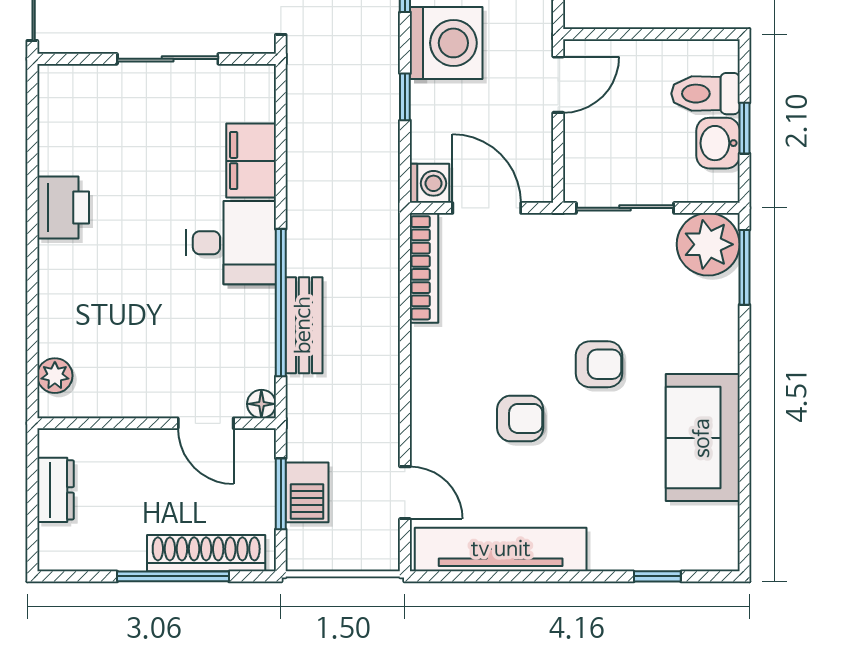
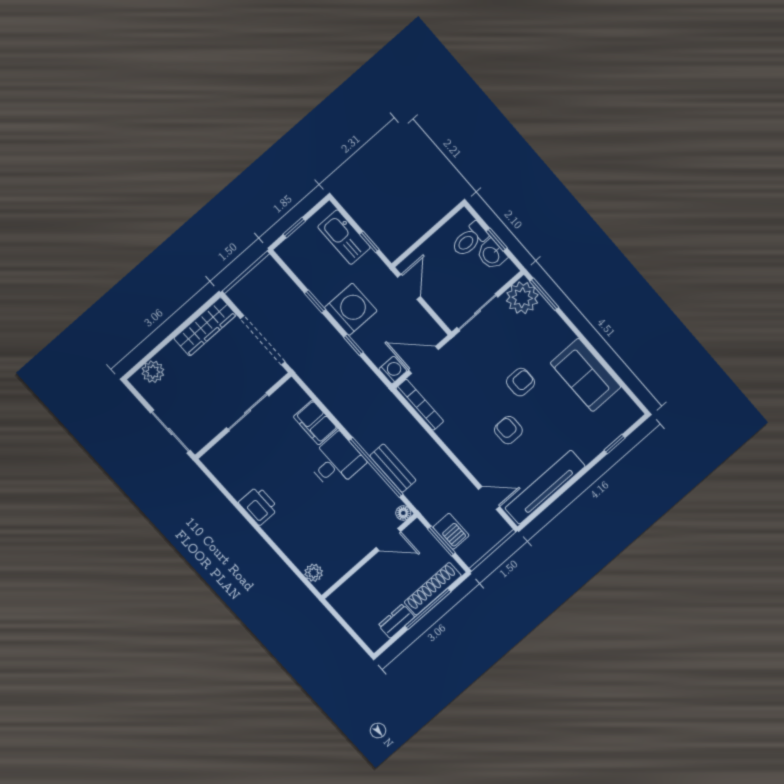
armchair: (520, 418) -> (508, 430), turned -90
dresser: (55, 490) -> (396, 621), moved, turned -90

